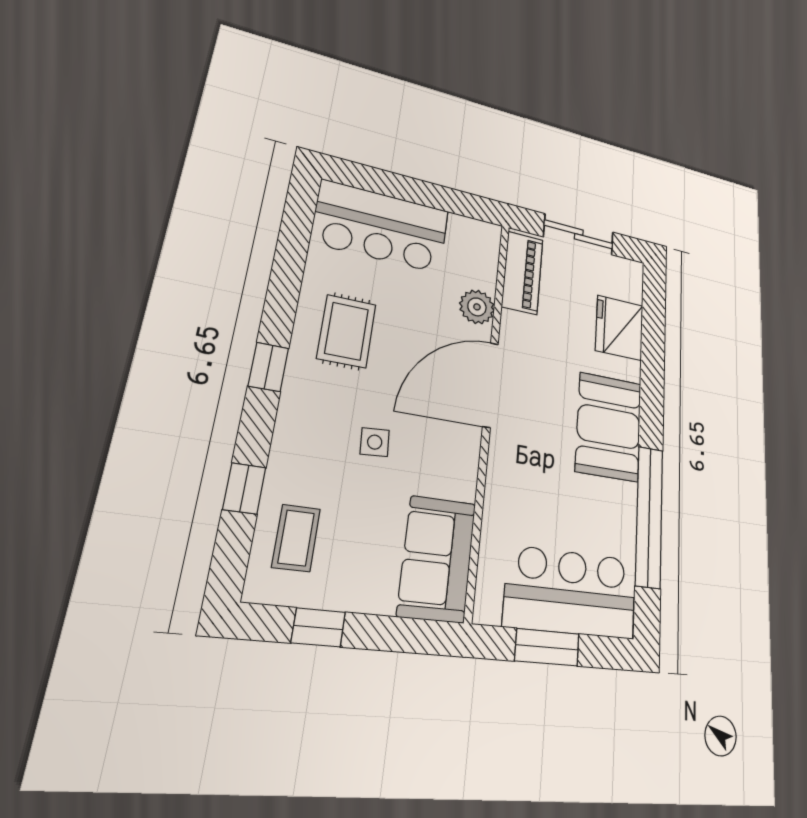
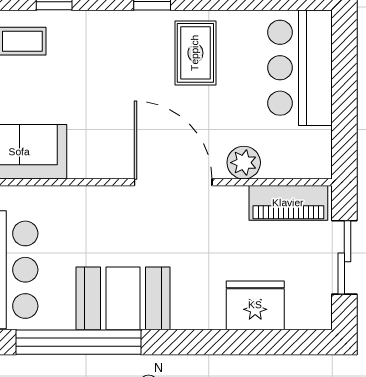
rug: (347, 331) -> (195, 53), turned 90
booth: (609, 427) -> (123, 298), moved
side table: (375, 442) -> (105, 89), removed

